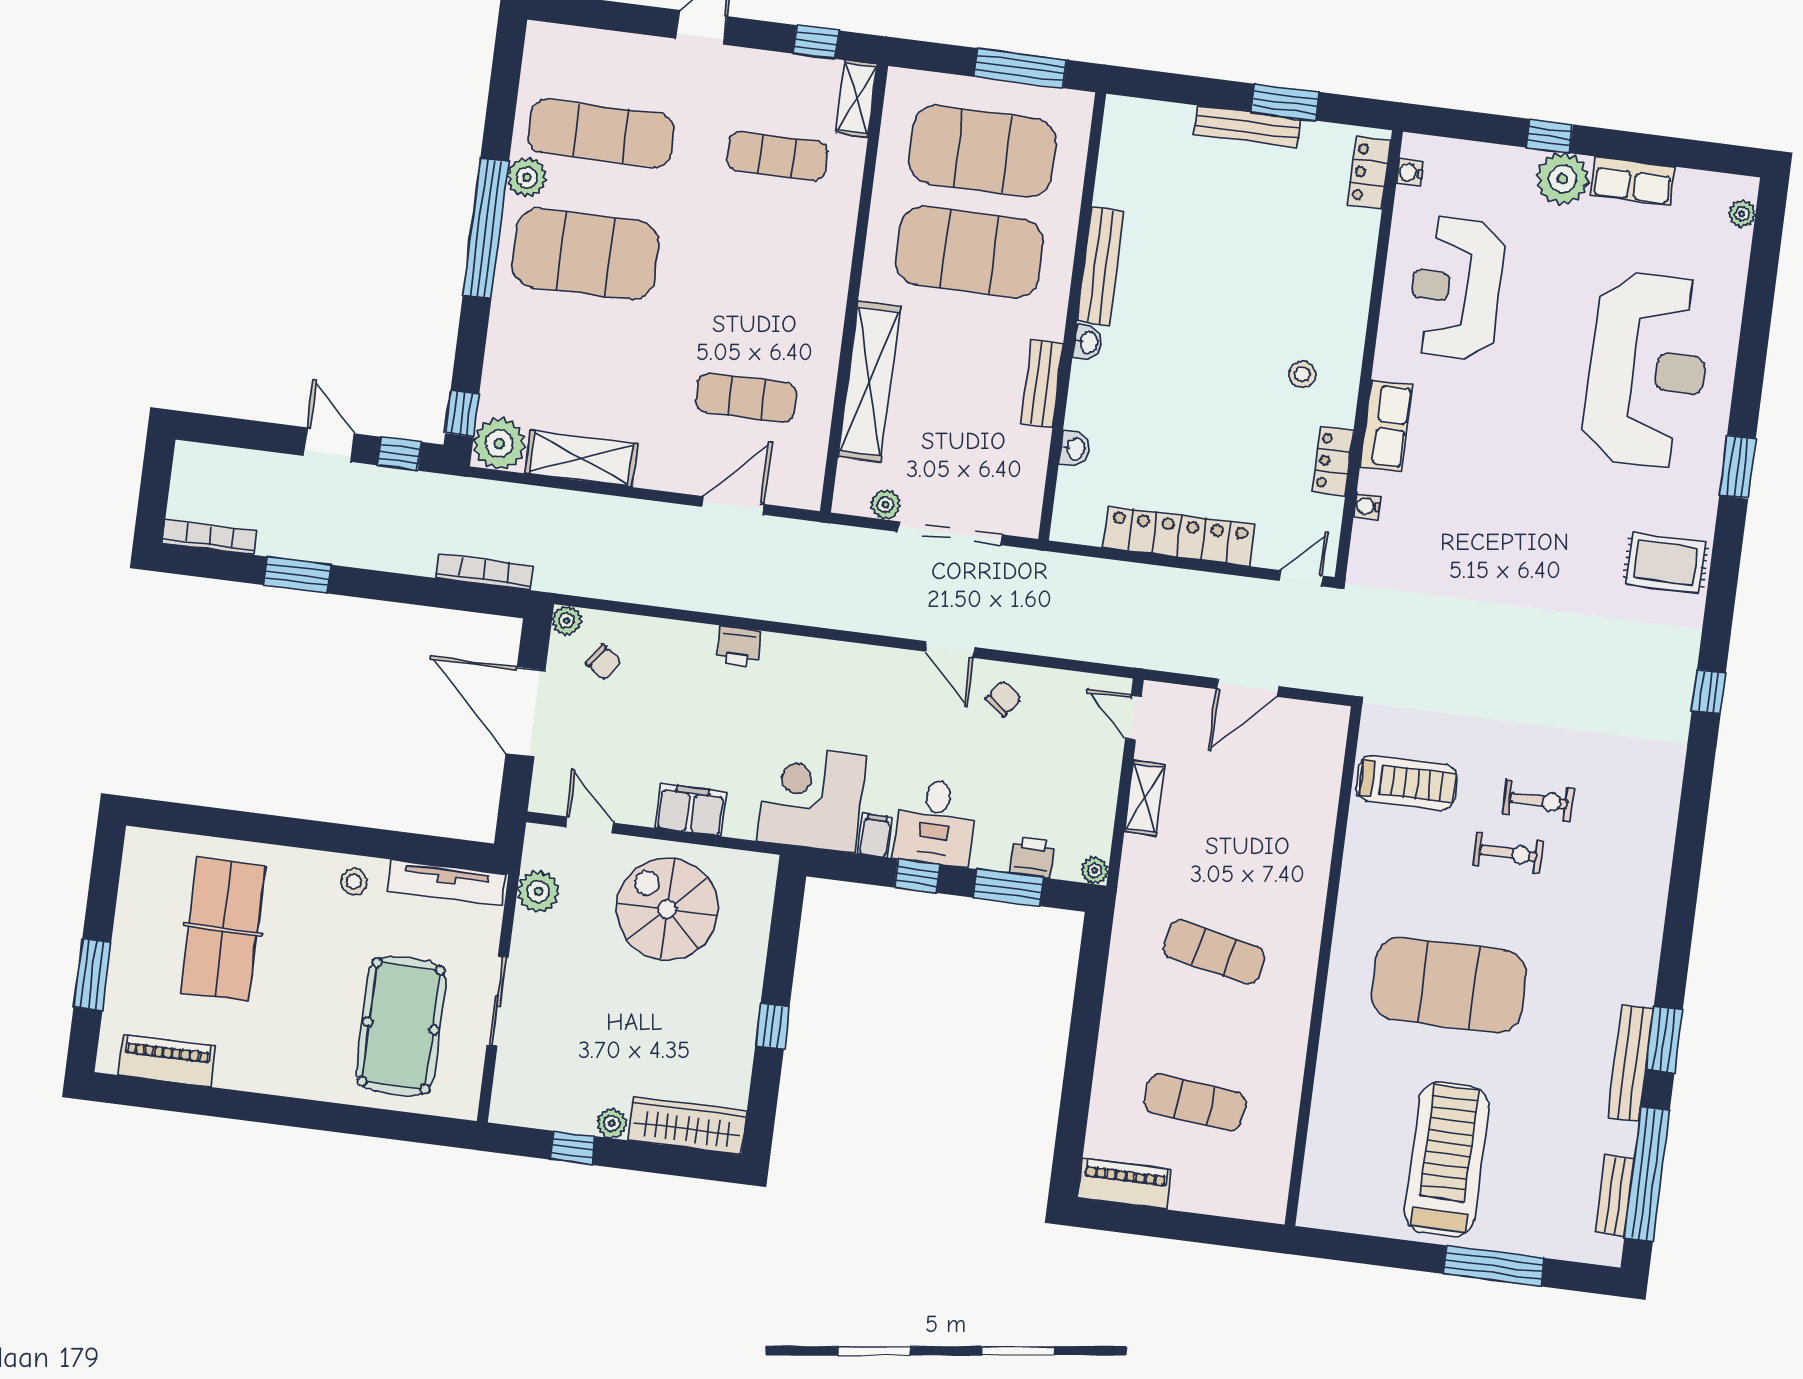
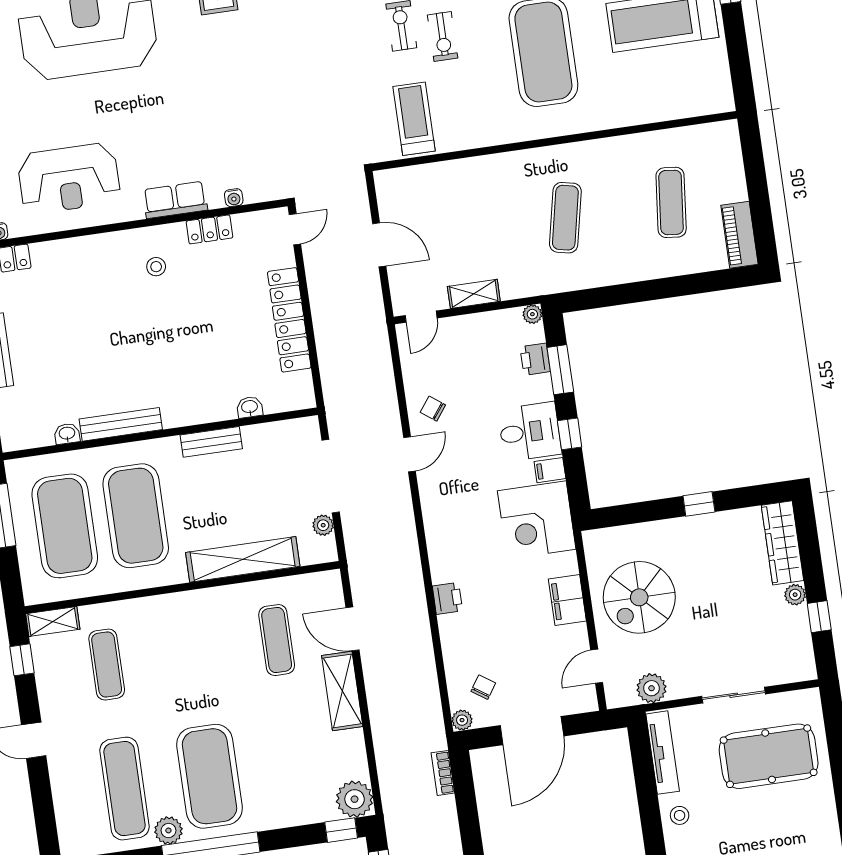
washbasin: (1088, 343) -> (67, 434), moved
shelving: (581, 459) -> (342, 691), moved
bookcase: (484, 572) -> (443, 773), width x0.64
door: (1301, 578) -> (295, 229), swing flipped
exercise bike: (1508, 853) -> (443, 37), turned 180

